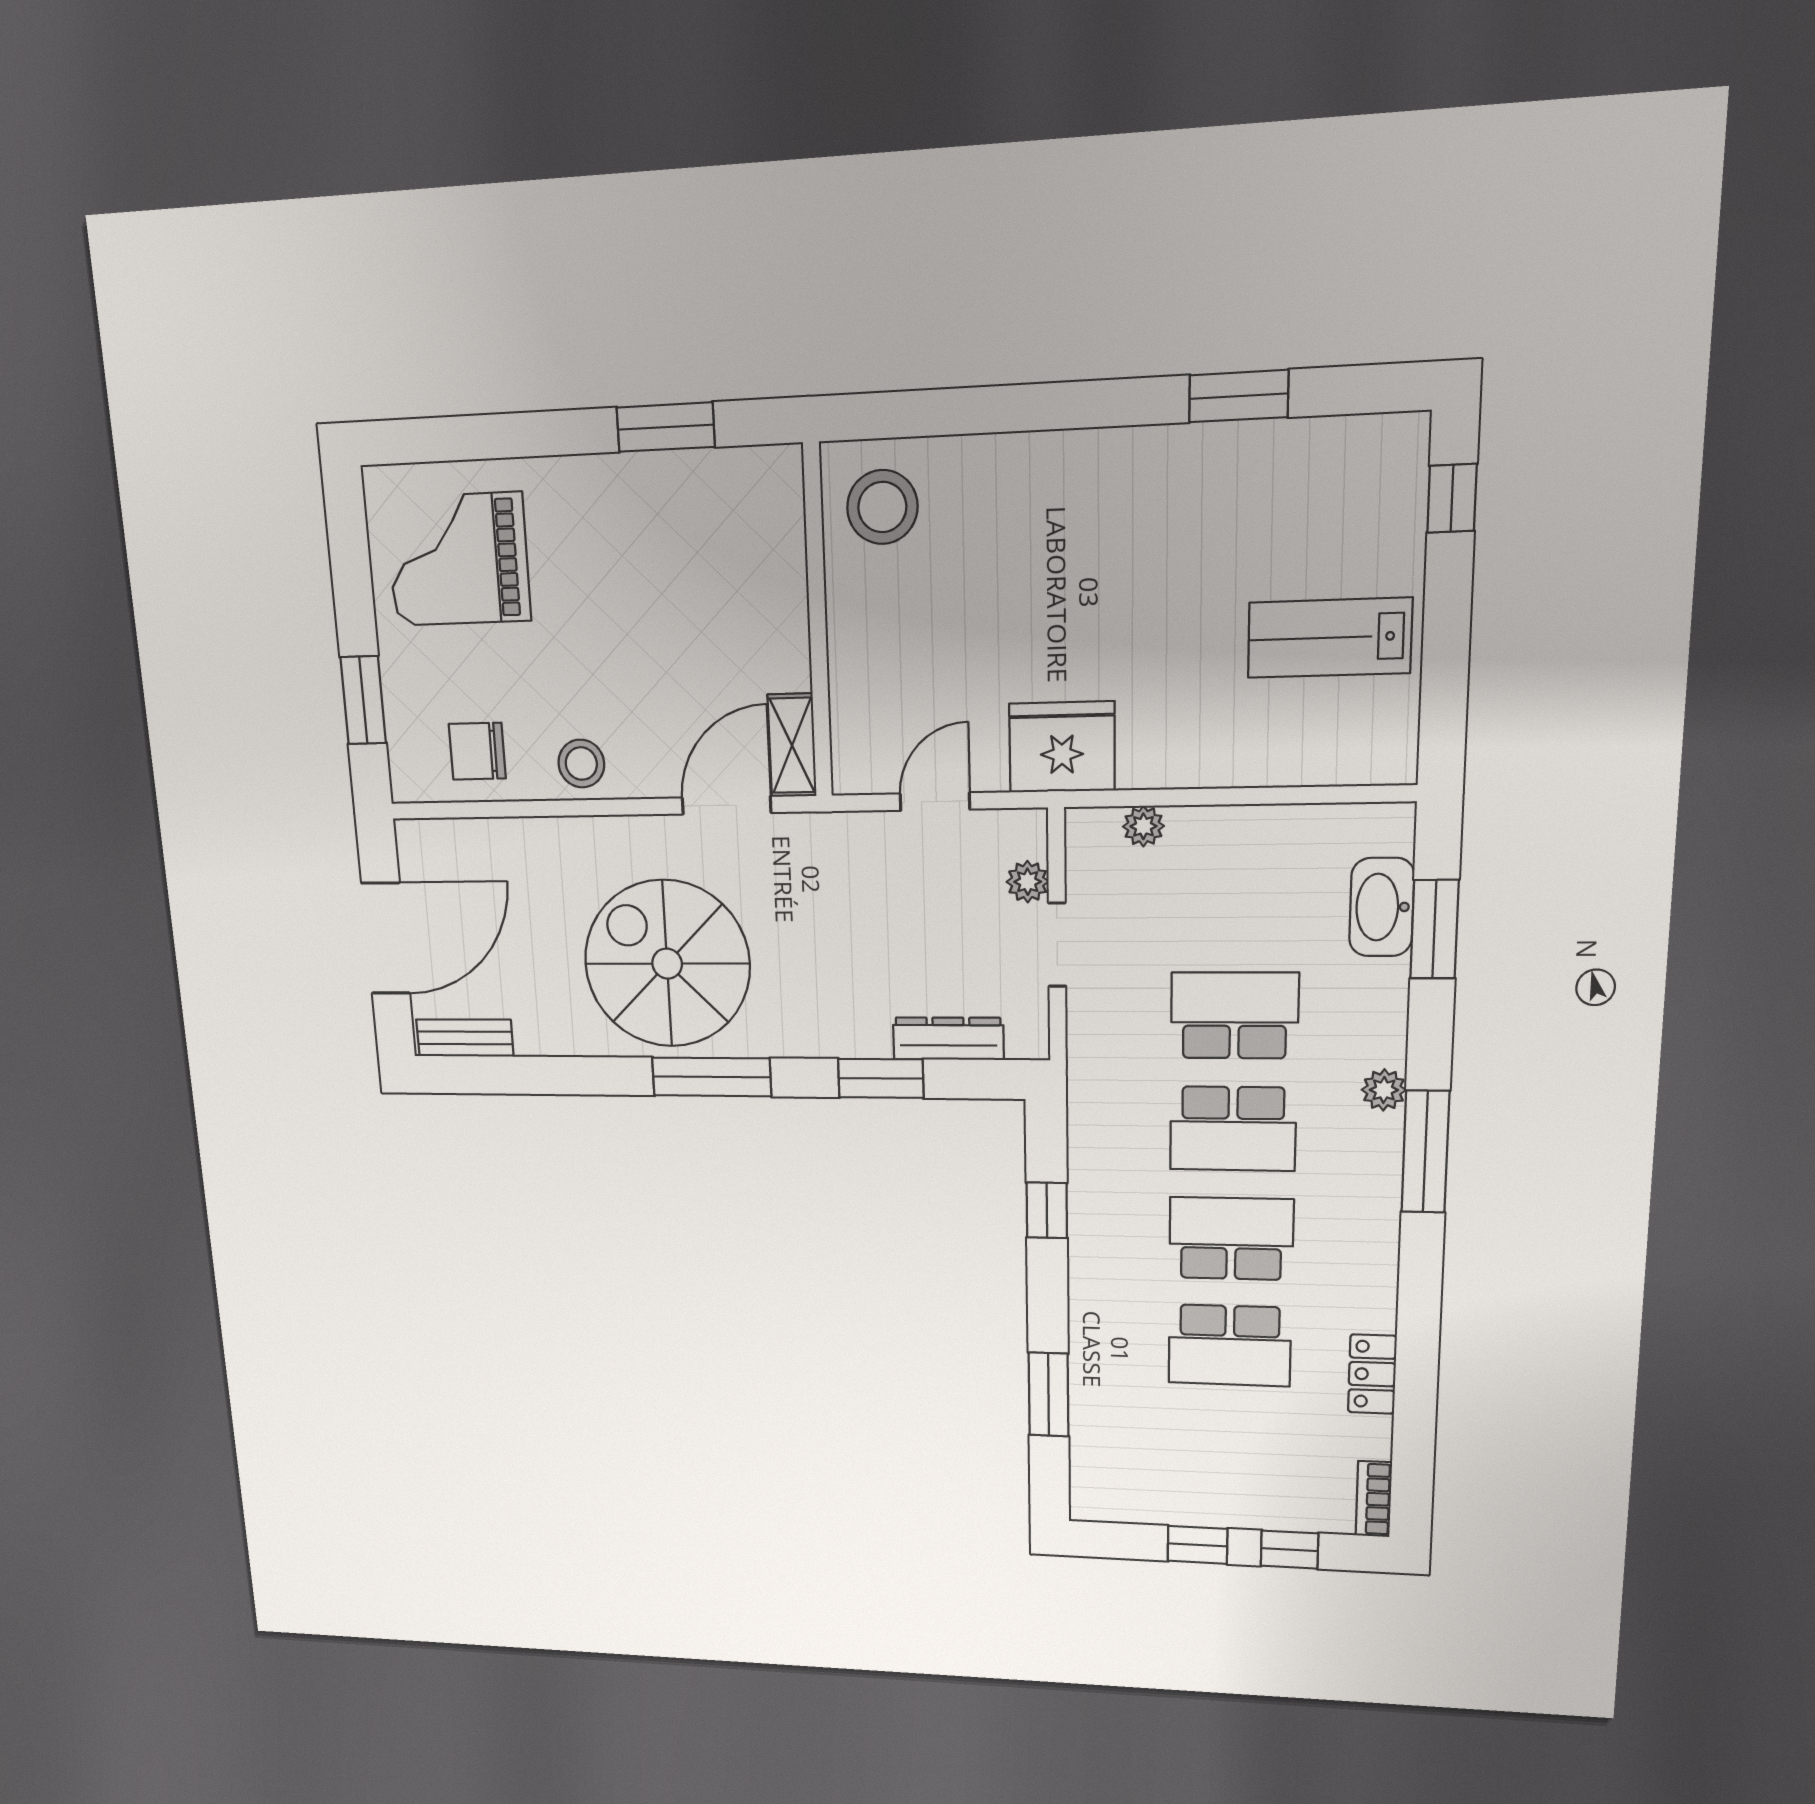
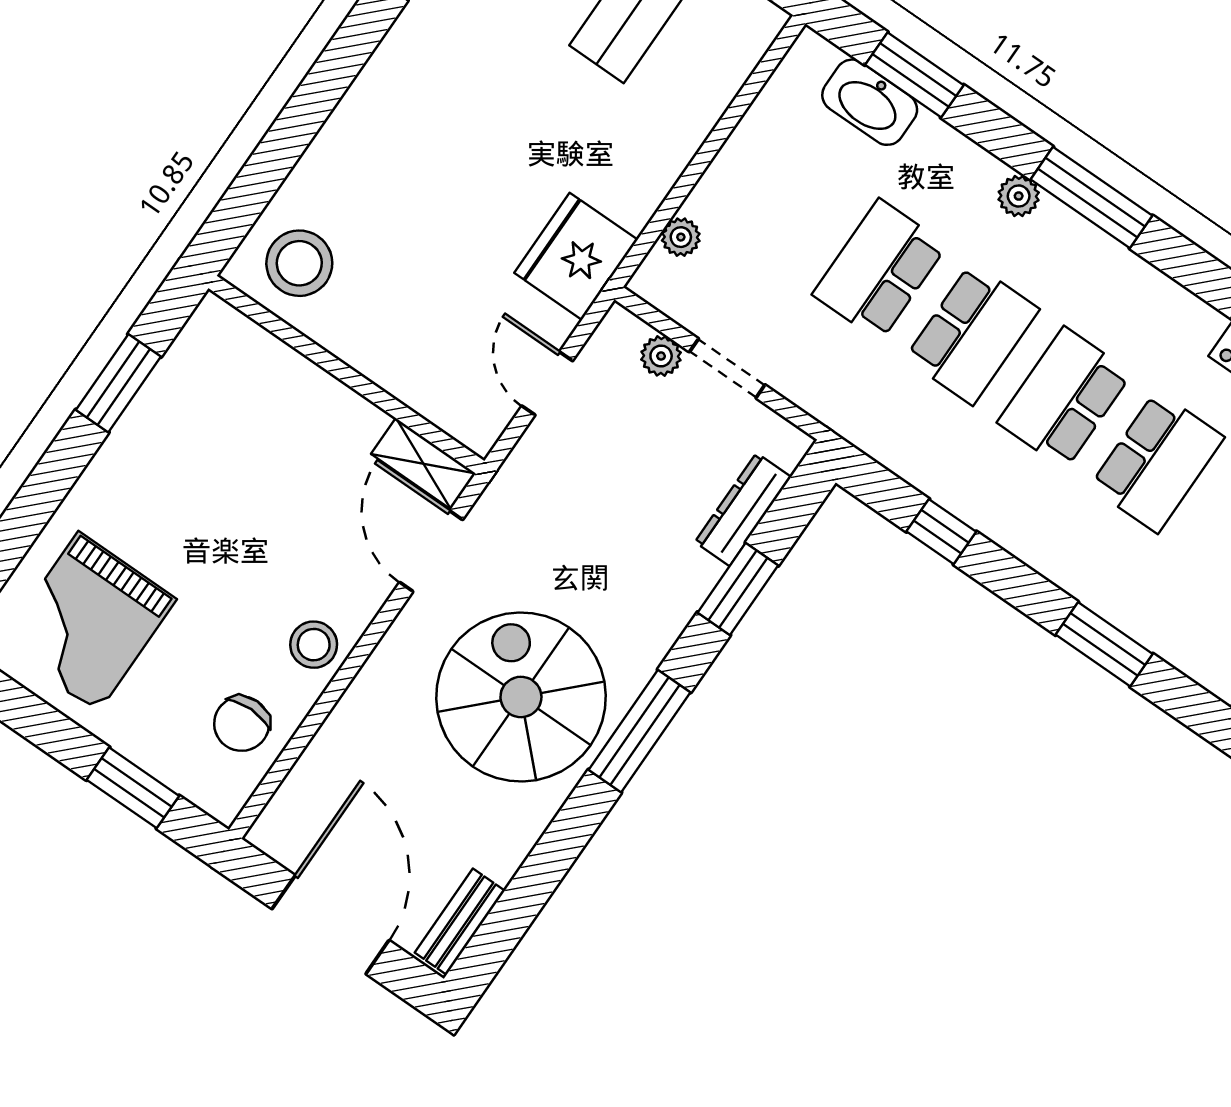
spiral stairs: (667, 964) -> (521, 697), turned 90

